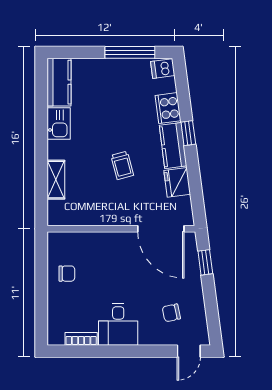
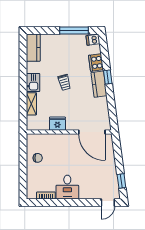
kitchen sink: (59, 124) -> (33, 82), moved
trolley: (122, 165) -> (64, 82), moved
fridge: (177, 182) -> (57, 124), moved, turned 98
window: (205, 262) -> (121, 181), moved
chair: (171, 313) -> (98, 181), removed

